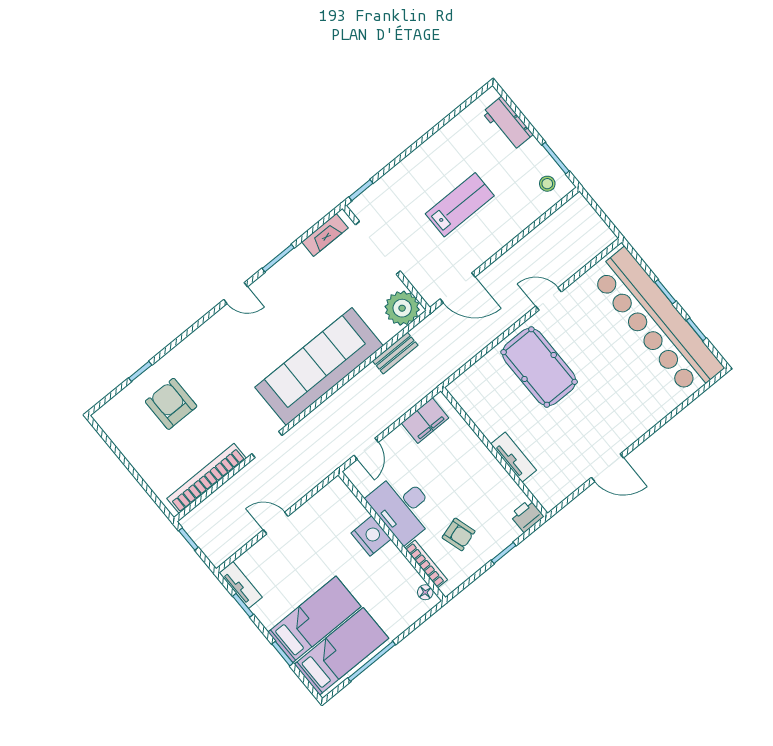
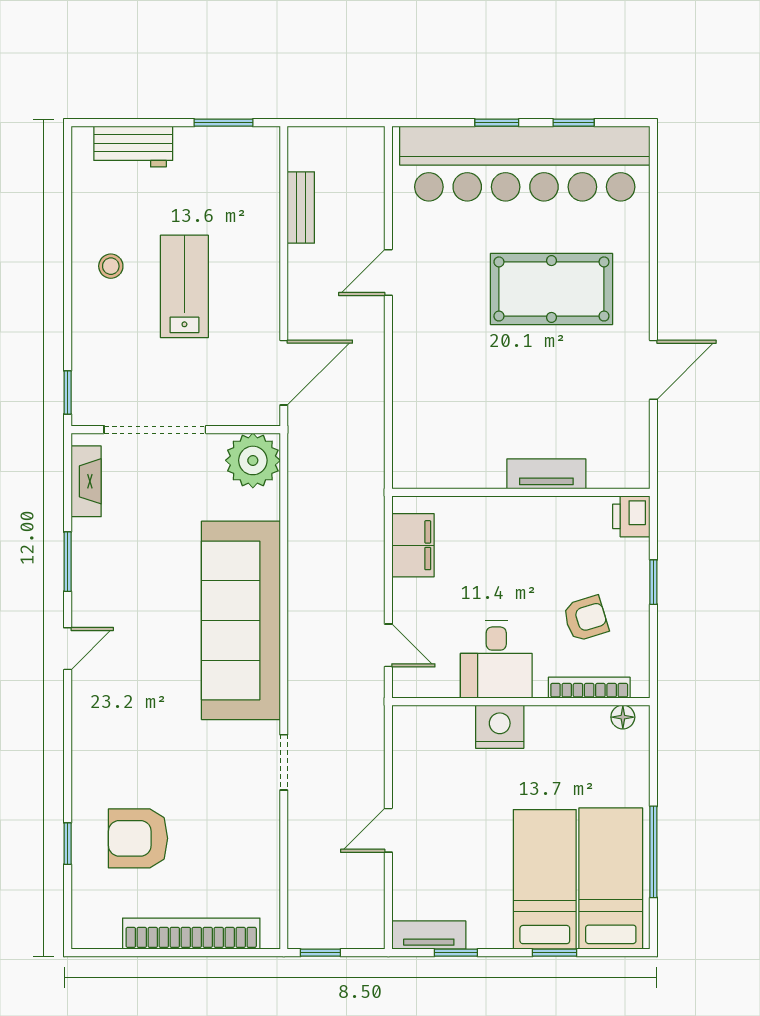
stool: (547, 184) -> (111, 266), moved
bench: (395, 353) -> (301, 208), moved
pool table: (539, 367) -> (551, 289), moved
bookcase: (207, 478) -> (191, 934), moved, turned 90
desk: (403, 507) -> (496, 659), width x0.73

